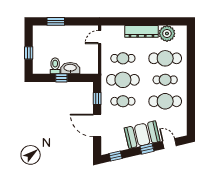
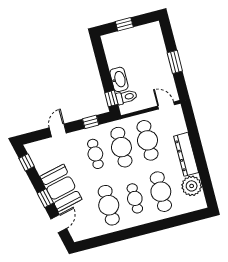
window: (56, 21) -> (175, 62), moved
cafe table: (123, 58) -> (148, 140), width x1.37, depth x1.35
toilet: (55, 66) -> (127, 97), moved
window: (61, 78) -> (111, 98), moved
door: (97, 125) -> (58, 130), width x0.53

